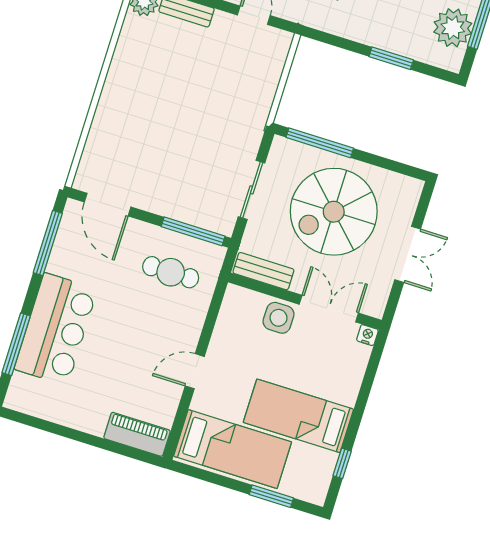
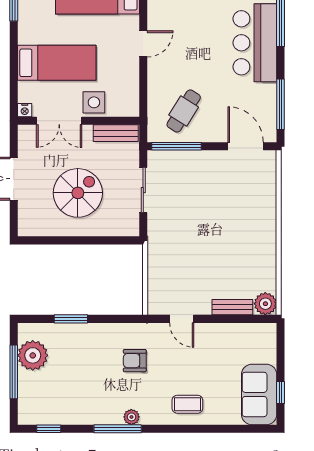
window: (320, 143) -> (104, 240), removed
spiral stairs: (334, 212) -> (78, 193), width x0.73, depth x0.73
cafe table: (171, 272) -> (184, 111), turned -58
bed: (298, 416) -> (57, 63), moved

